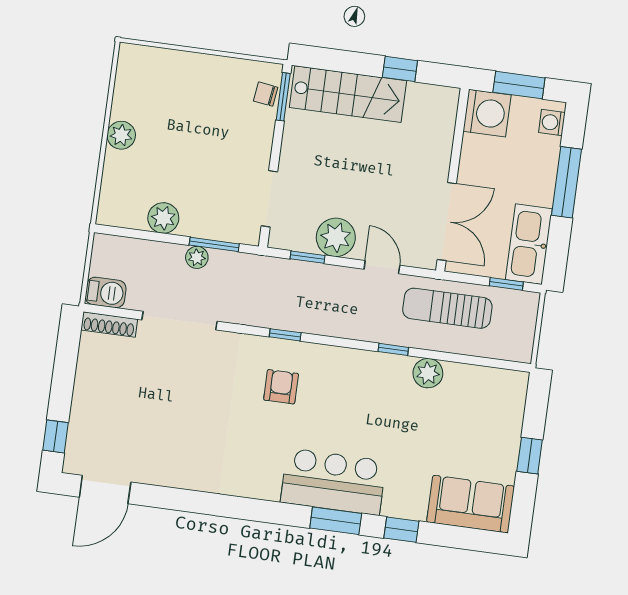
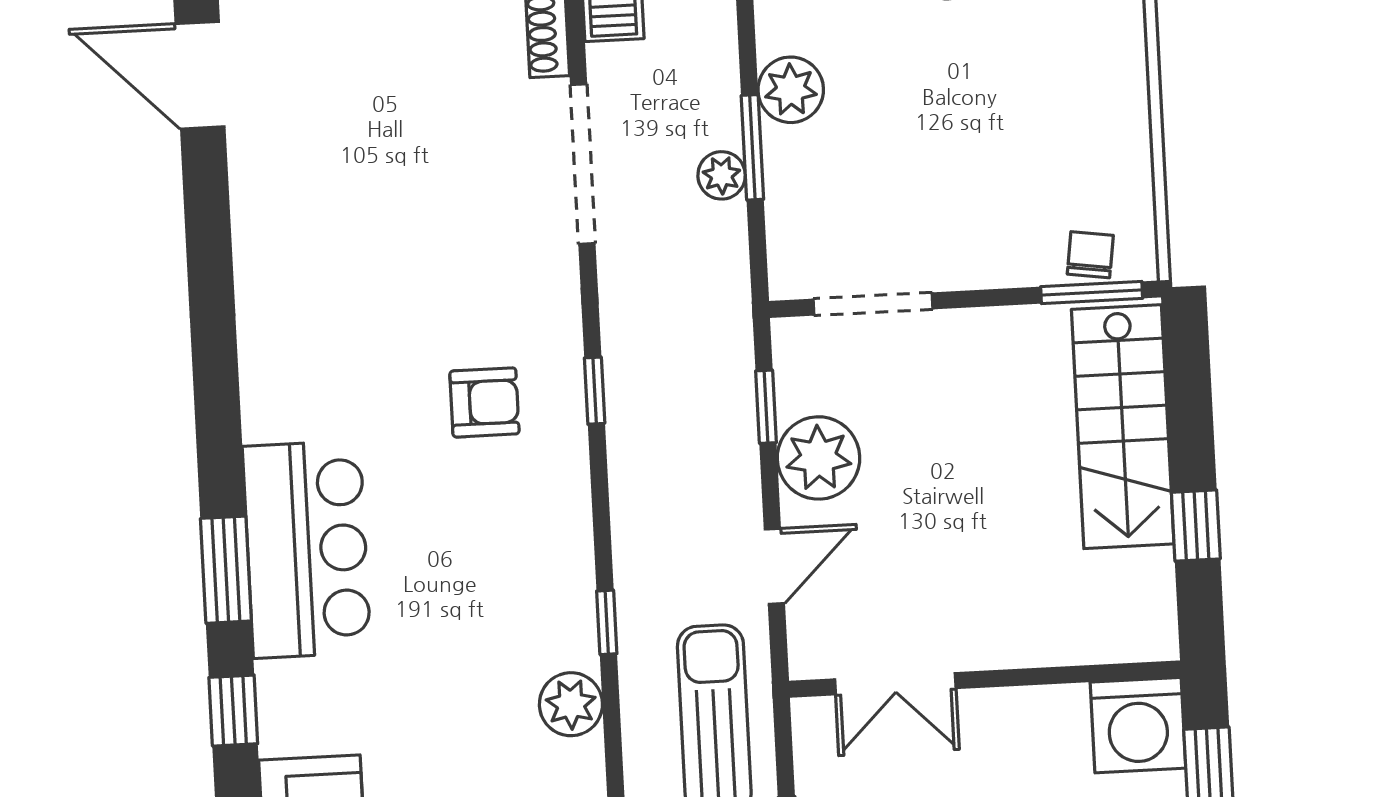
double door: (447, 222) -> (895, 684), width x0.73
window: (214, 244) -> (752, 147), moved

